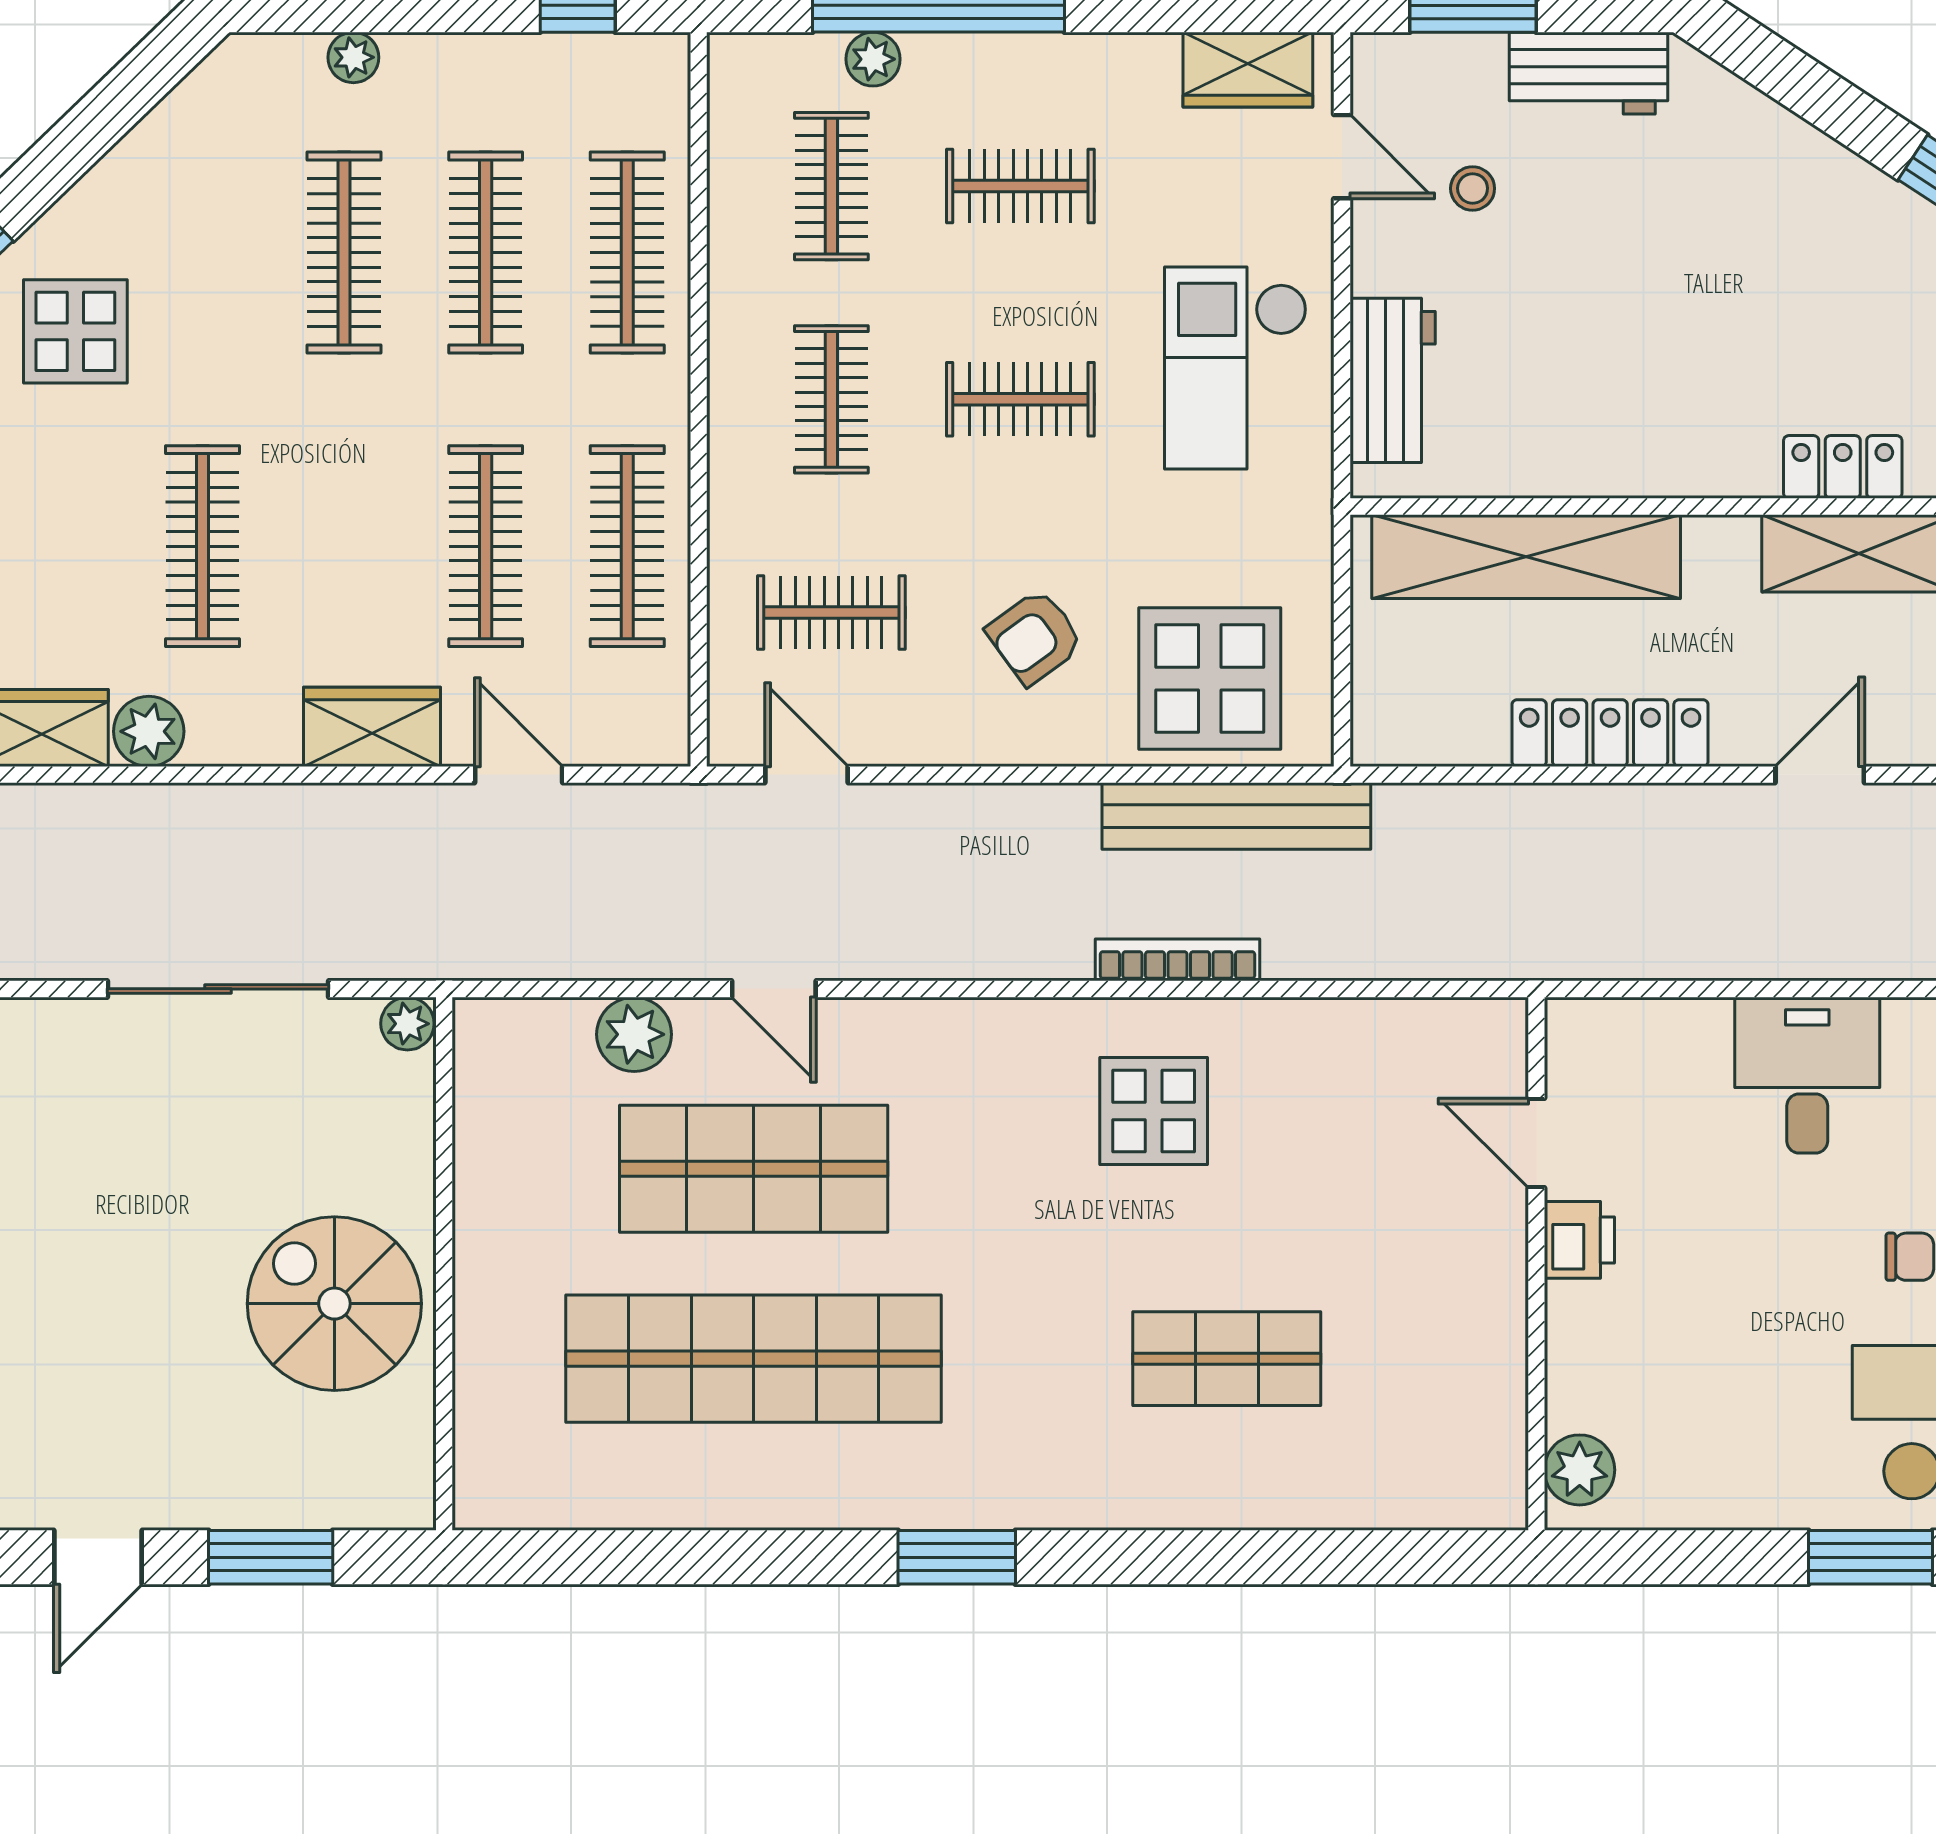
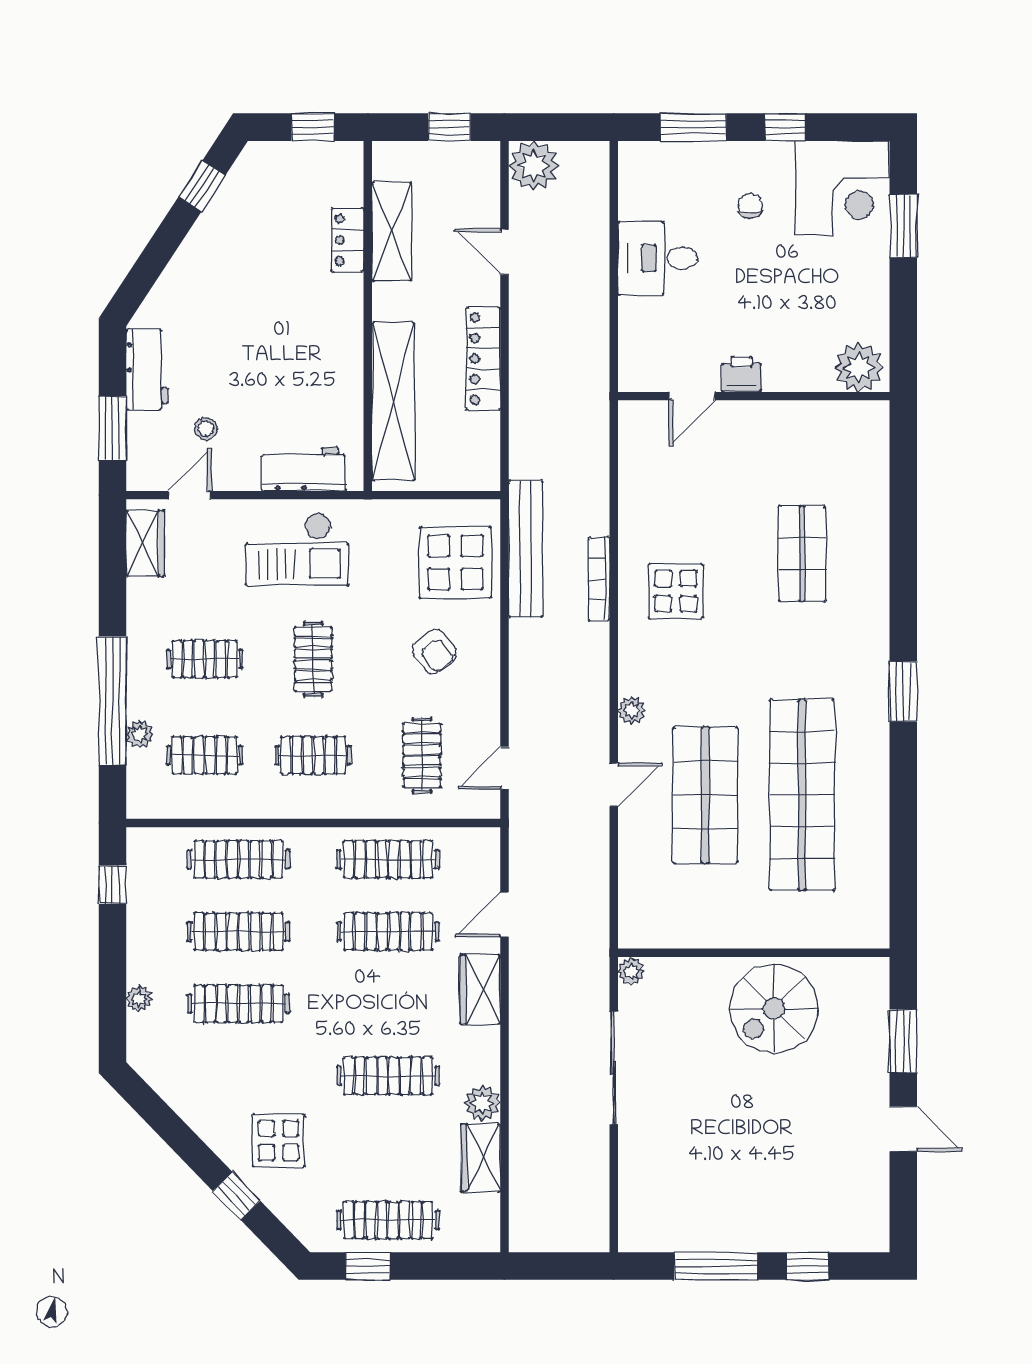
clothes rail: (1020, 186) -> (205, 659), turned 90
plant: (634, 1034) -> (632, 710), moved, width x0.73, depth x0.73
plant: (1580, 1470) -> (859, 368), width x1.36, depth x1.36

